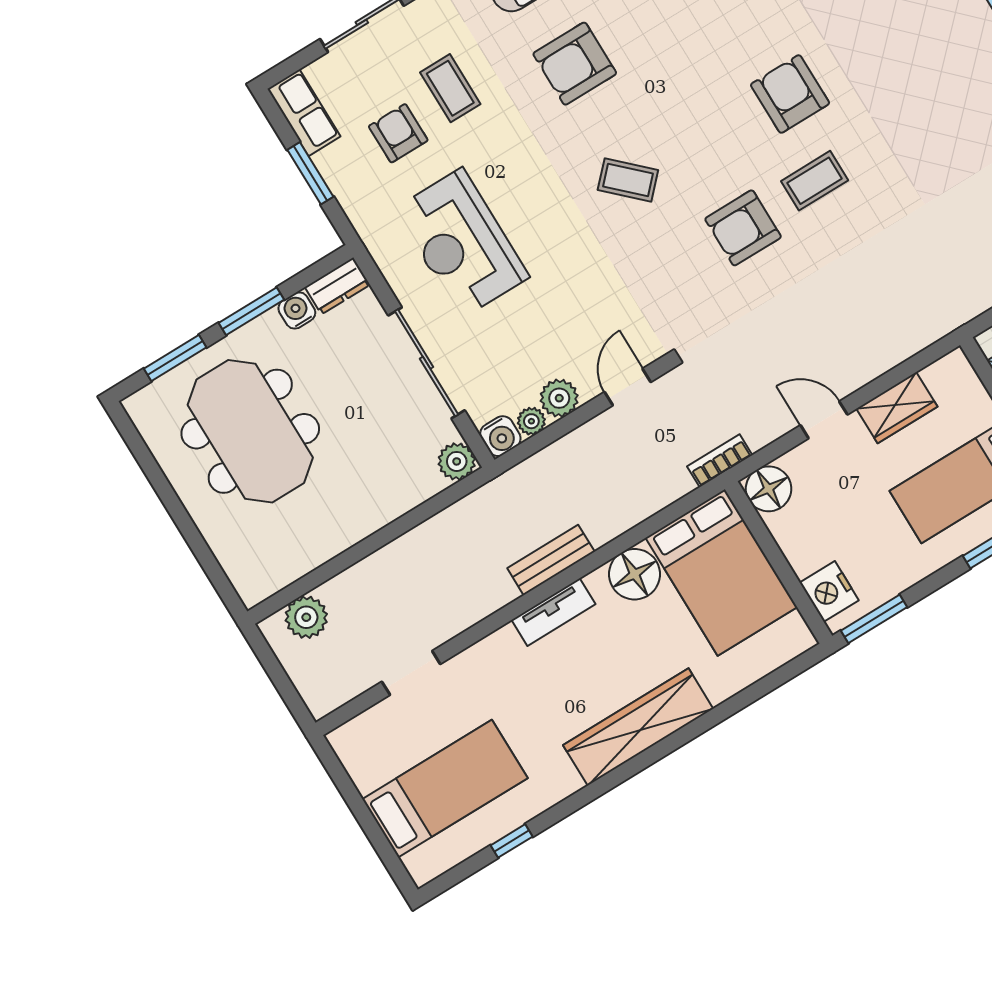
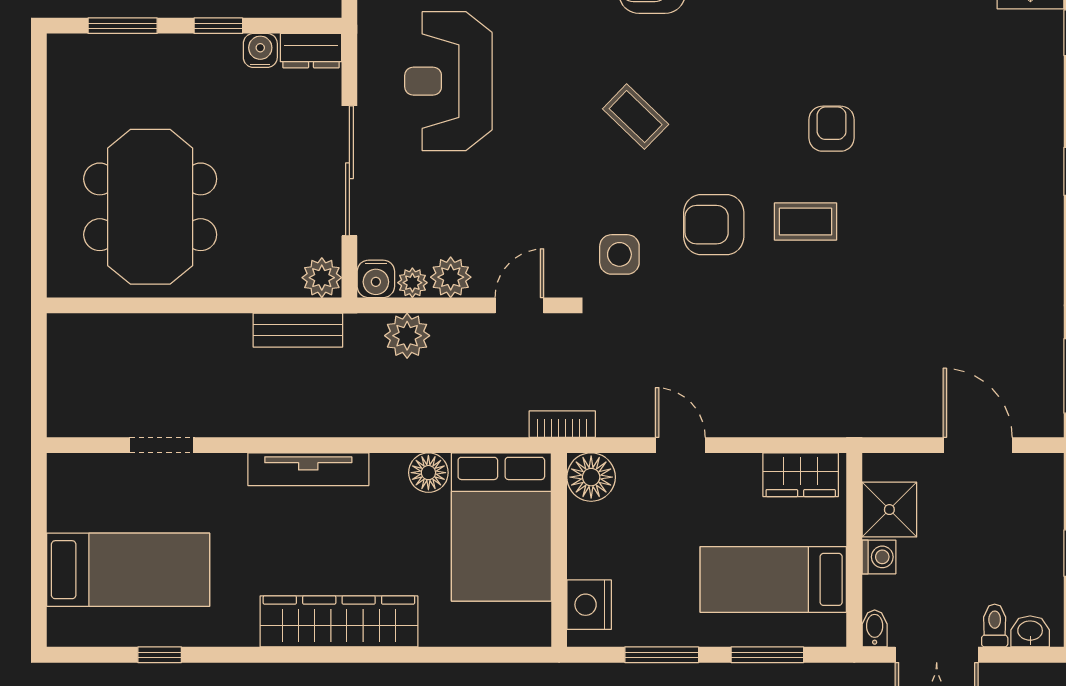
armchair: (790, 94) -> (832, 129), width x0.72, depth x0.72
side table: (682, 298) -> (619, 254), added
window: (251, 311) -> (218, 26), width x0.67
wardrobe: (897, 408) -> (801, 475), moved
meeting table: (250, 431) -> (150, 207), moved
bench: (551, 560) -> (298, 330), moved
floor lamp: (635, 574) -> (428, 473), width x0.73, depth x0.73
tv unit: (553, 612) -> (308, 469), width x1.41
plant: (306, 617) -> (407, 336), moved
window: (874, 619) -> (662, 655), moved

